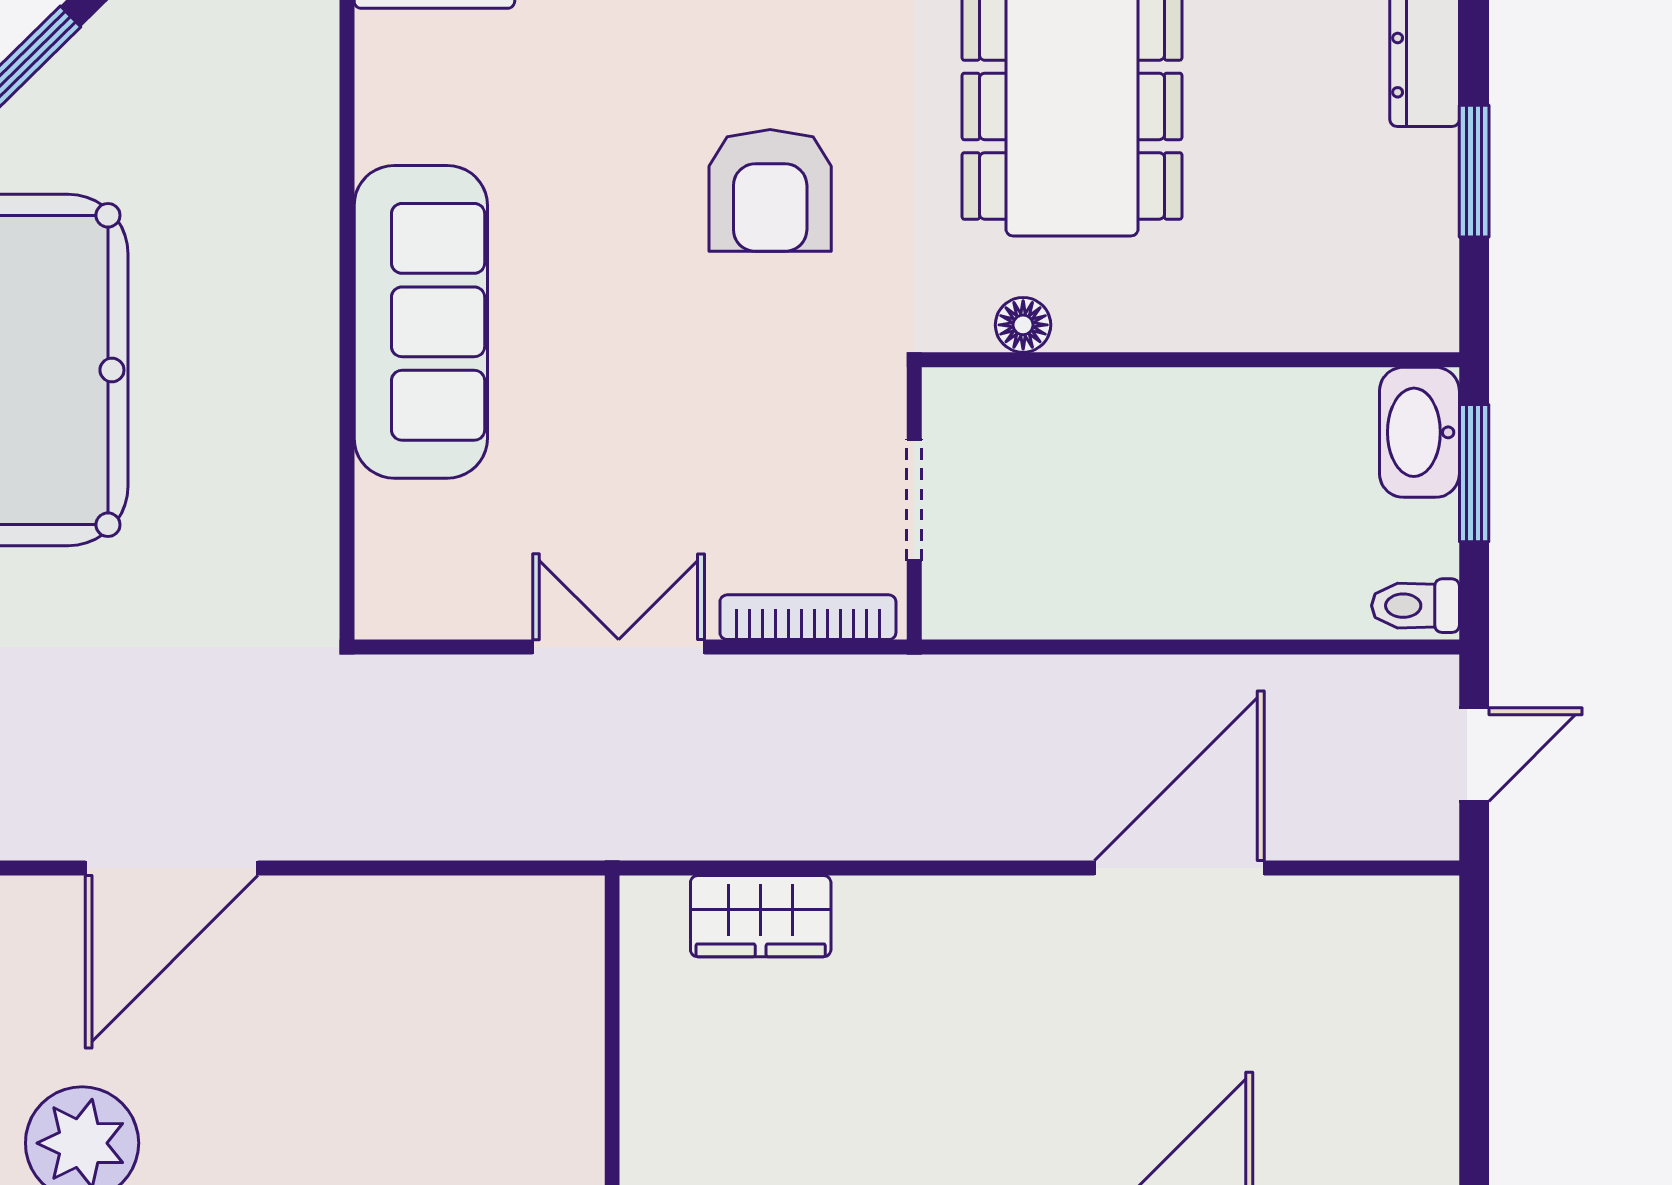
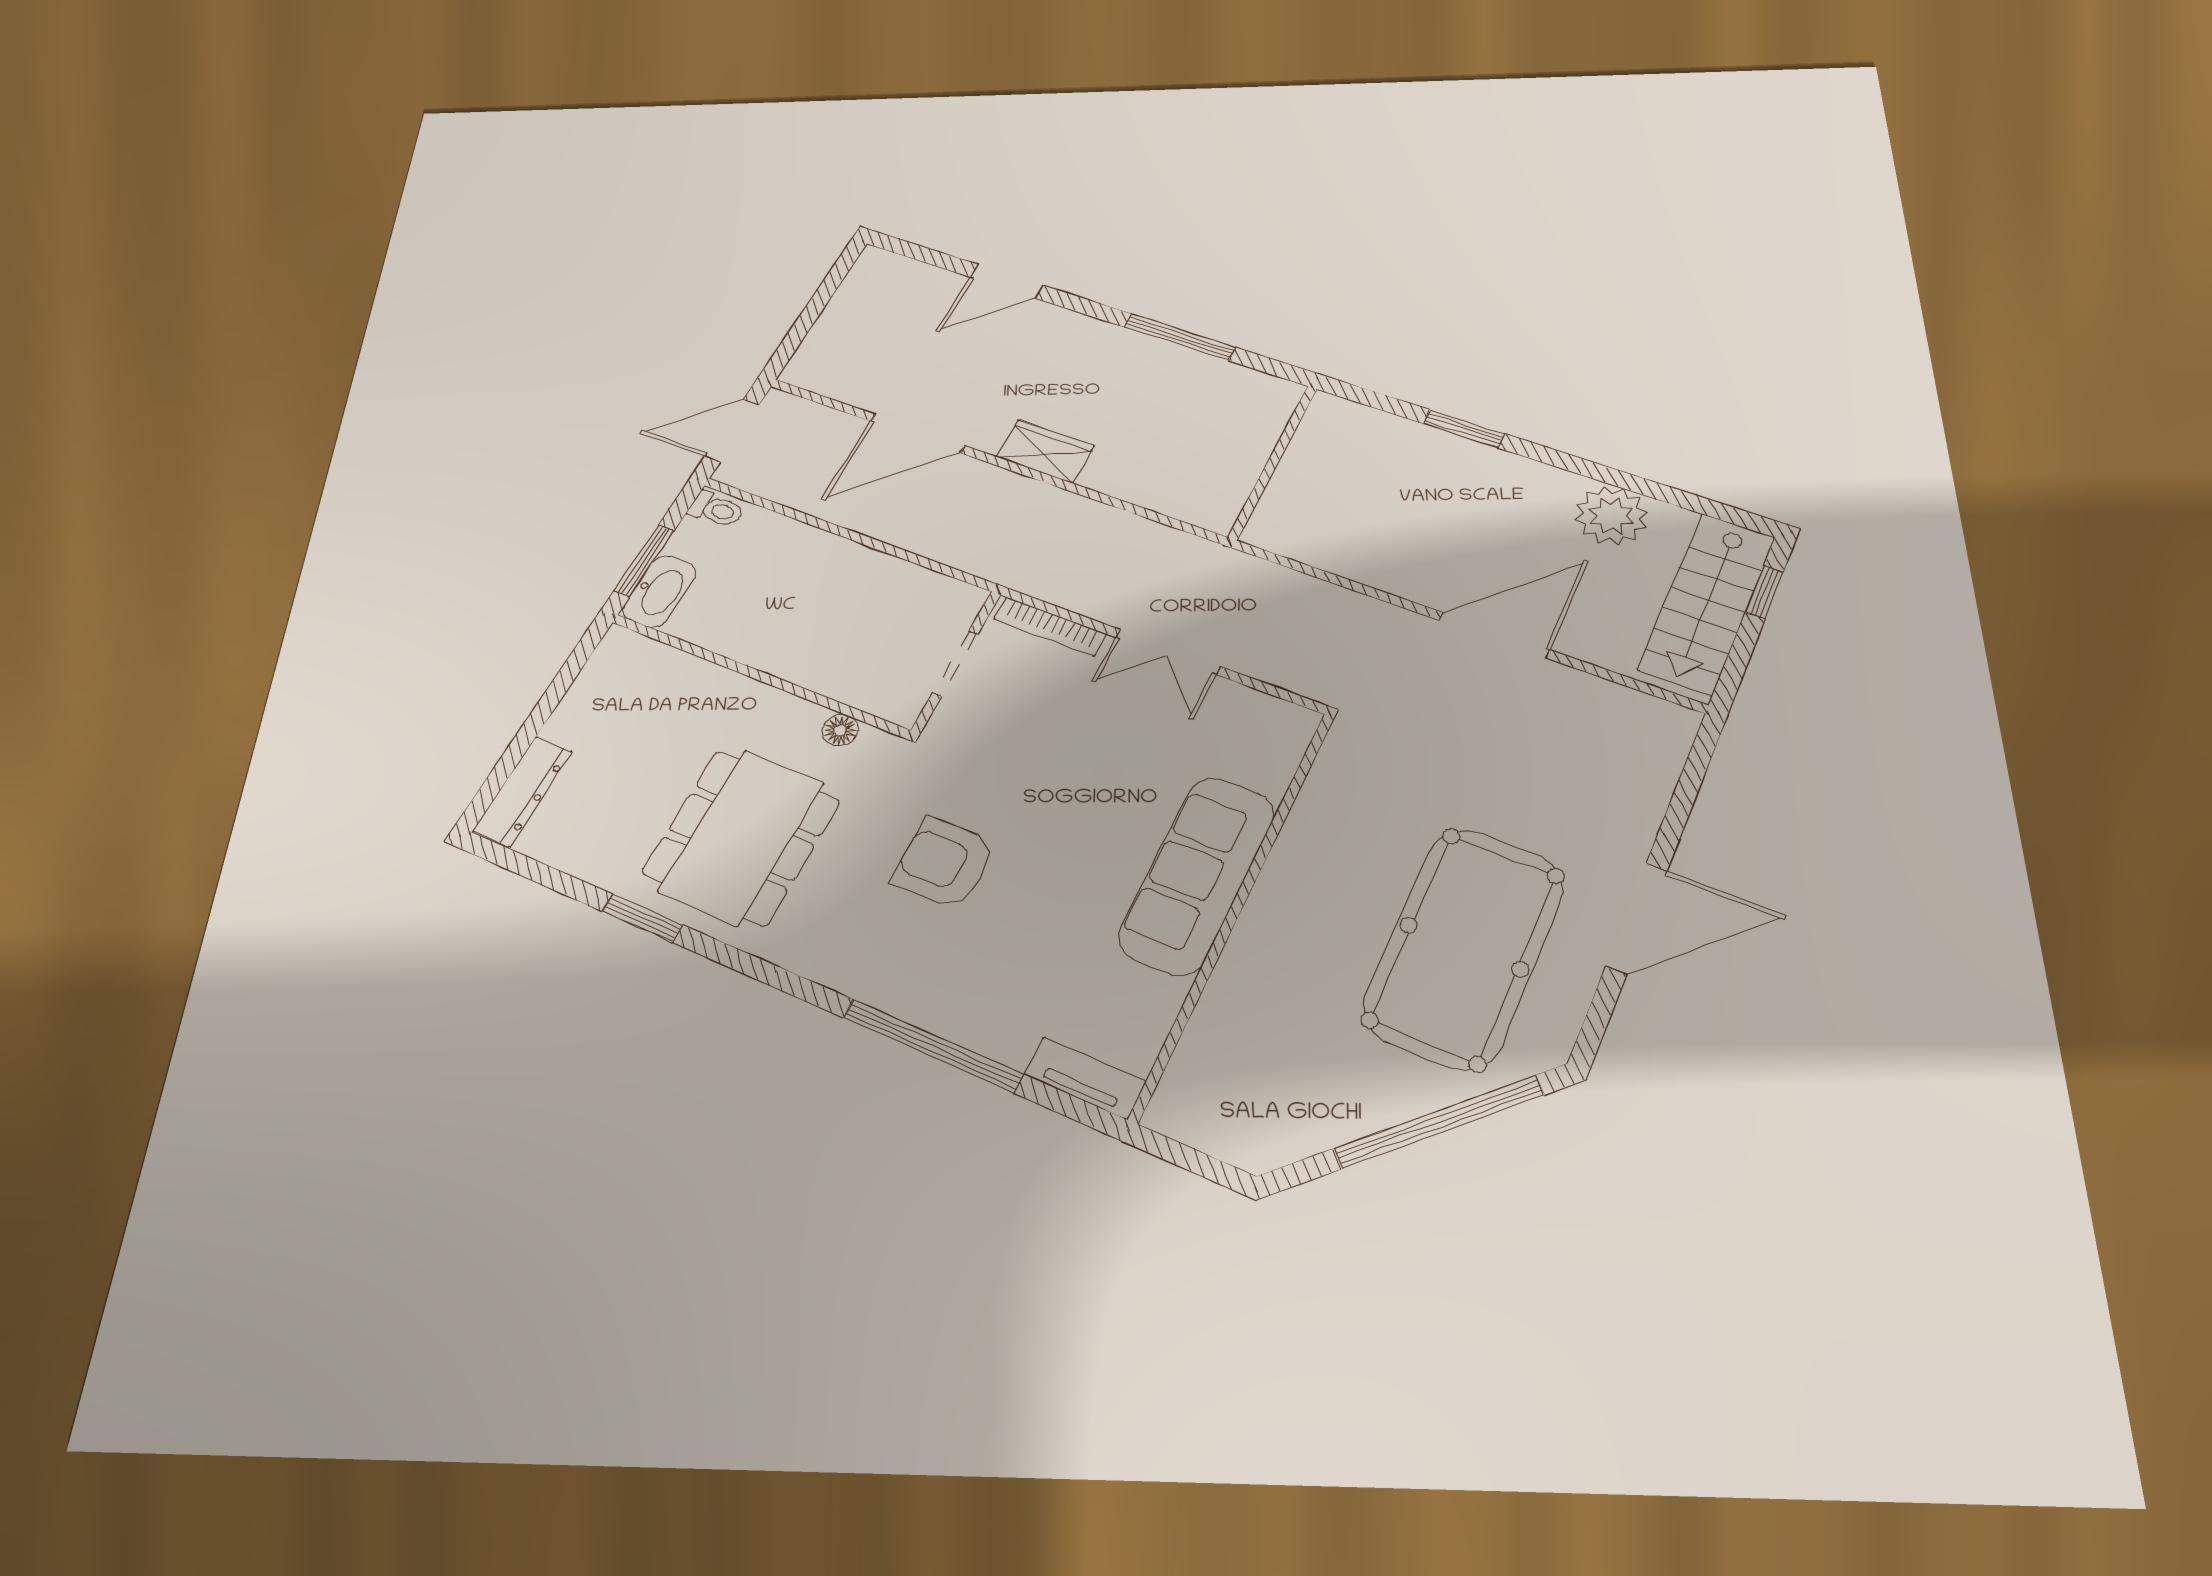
window: (1474, 171) -> (543, 710), removed
armchair: (770, 190) -> (944, 863), turned -90
door: (1474, 755) -> (732, 430), width x1.38
wardrobe: (761, 916) -> (1045, 451), moved

